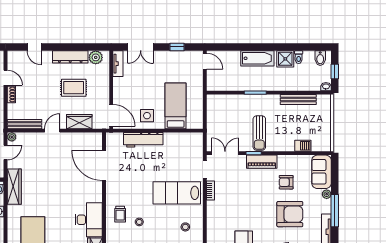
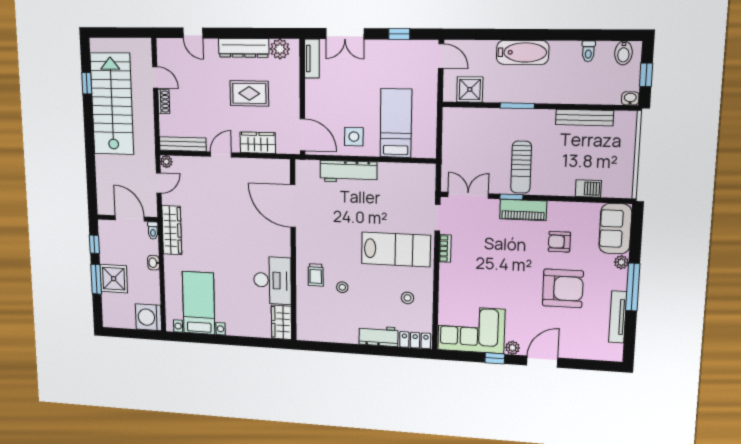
shower: (285, 59) -> (470, 89), moved
lab bench: (177, 193) -> (396, 249), turned 180

